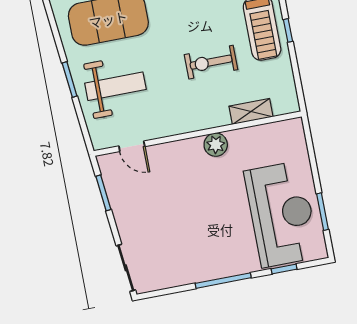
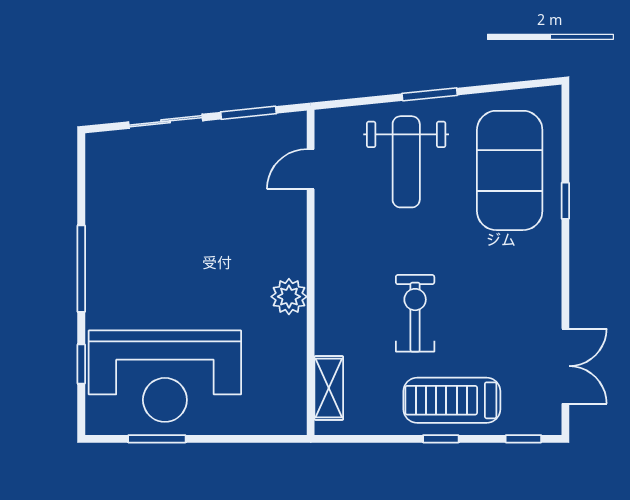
shelving: (251, 112) -> (329, 388), moved
sliding door: (126, 268) -> (166, 121), moved

